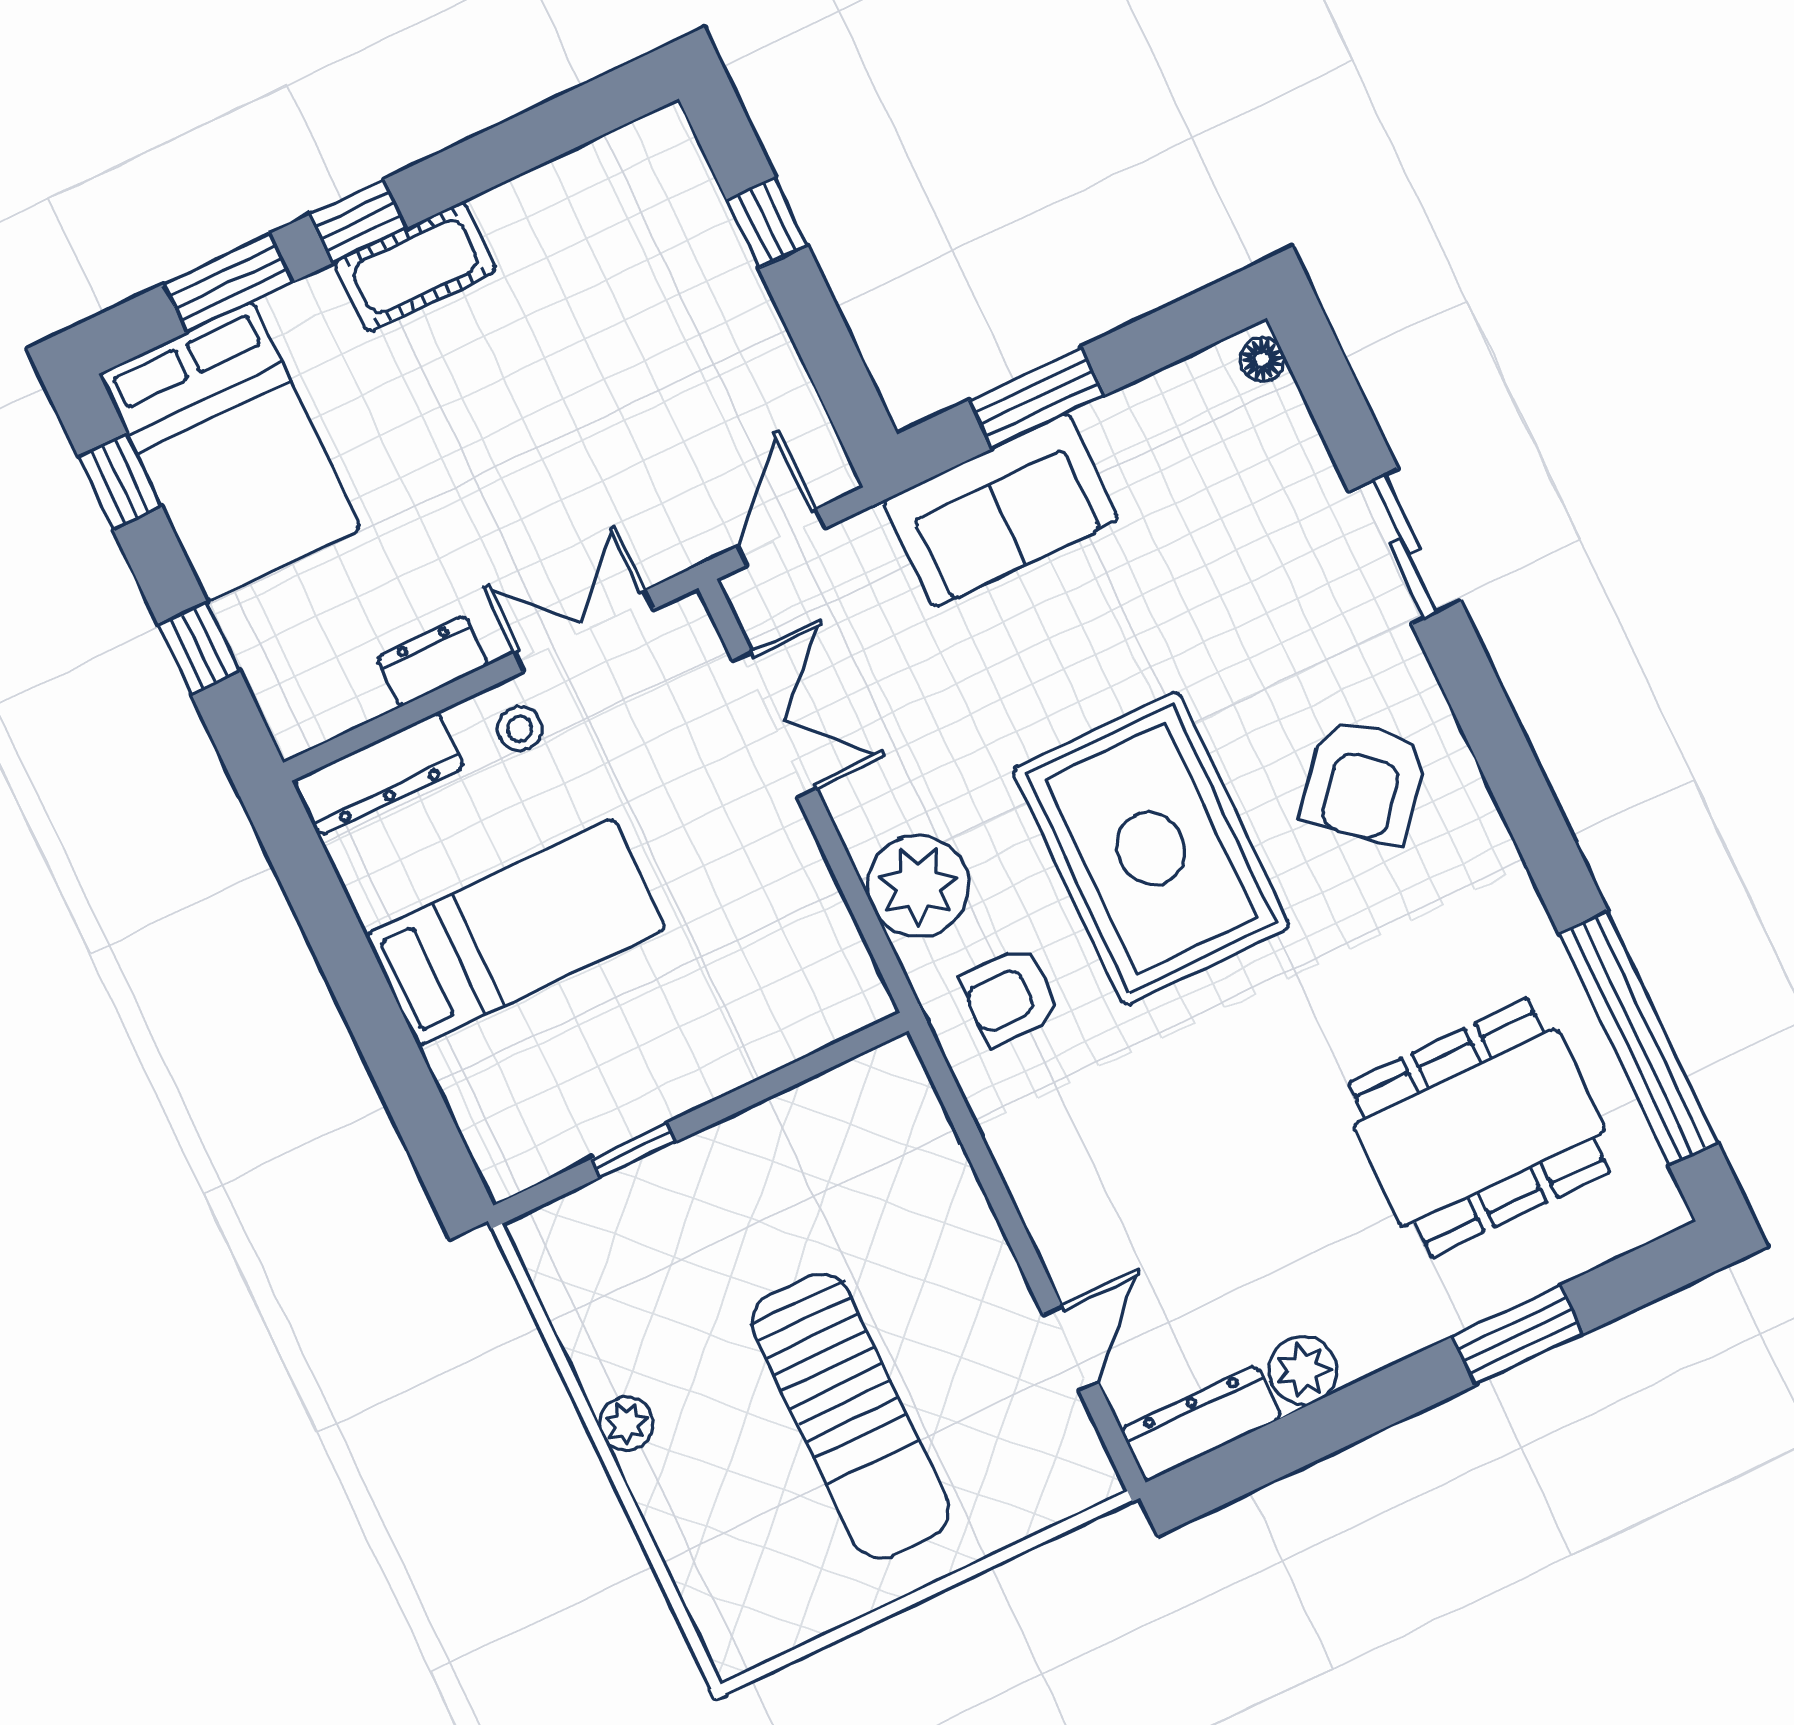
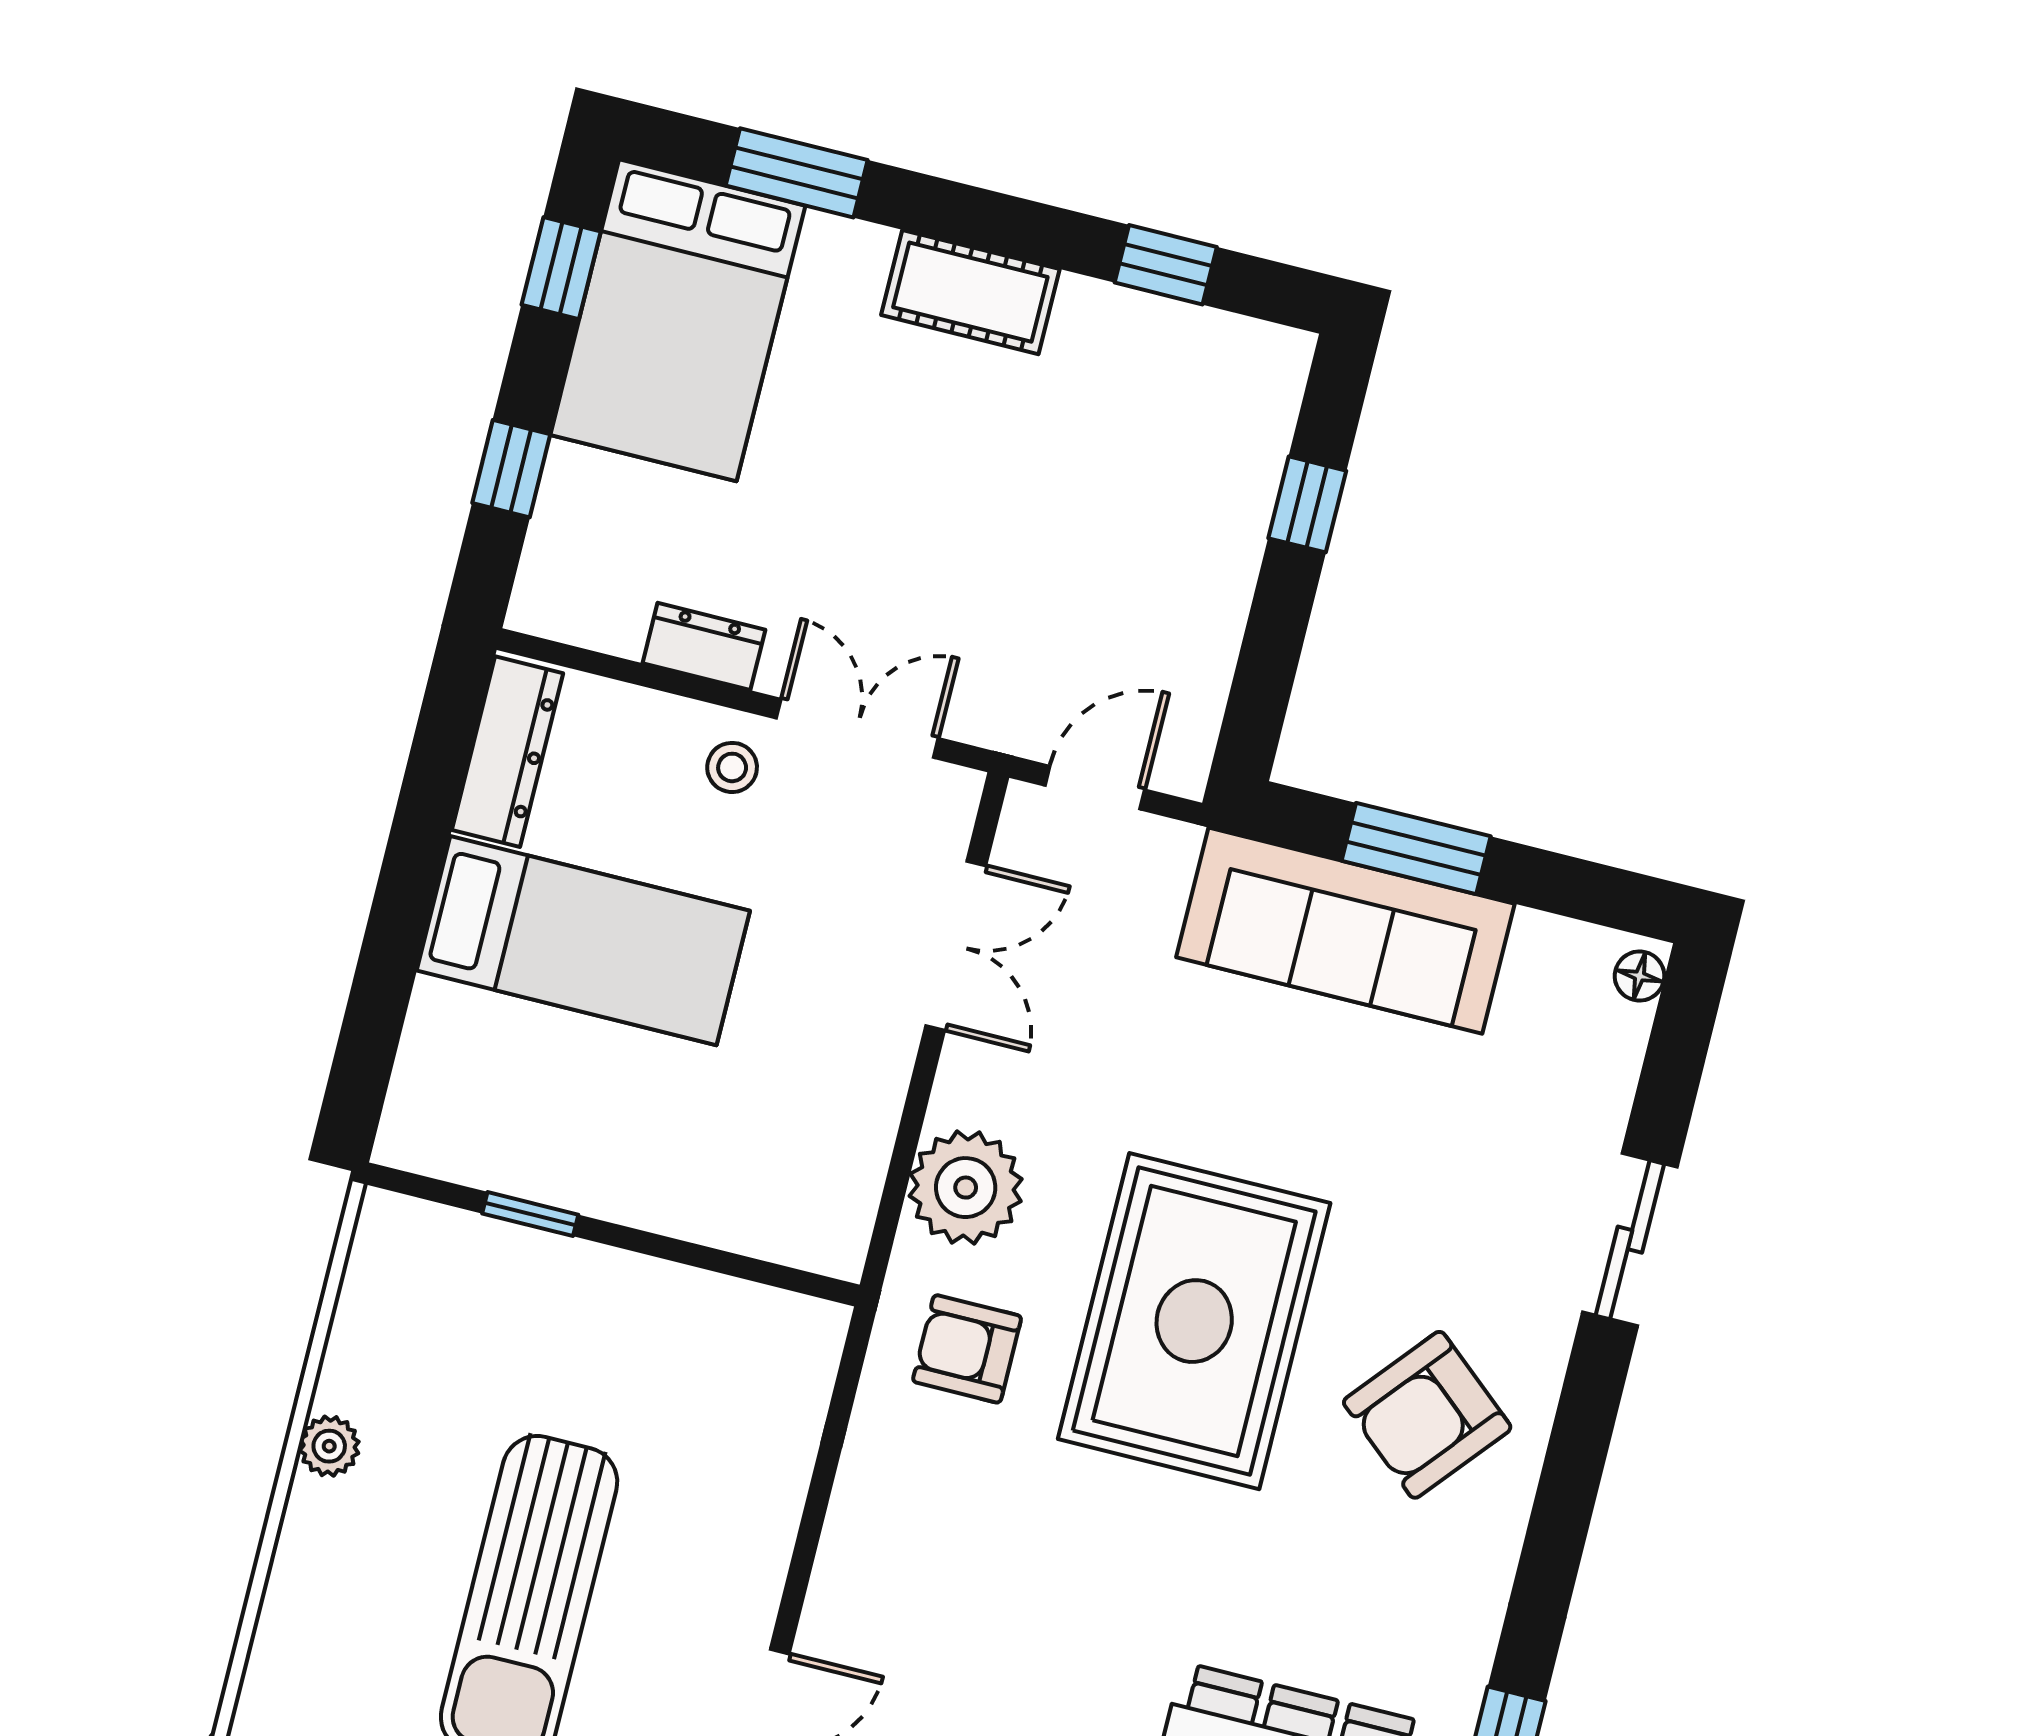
window: (358, 221) -> (1166, 265), moved
sofa: (1001, 510) -> (1345, 931), width x1.36
dresser: (379, 774) -> (507, 752), moved, turned -90

